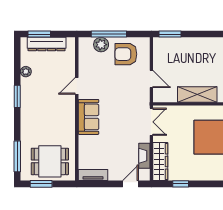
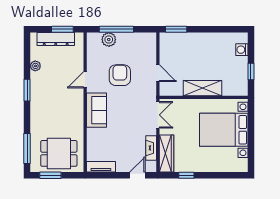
window: (39, 34) -> (62, 29), moved
armchair: (126, 54) -> (120, 75), moved, turned 90

